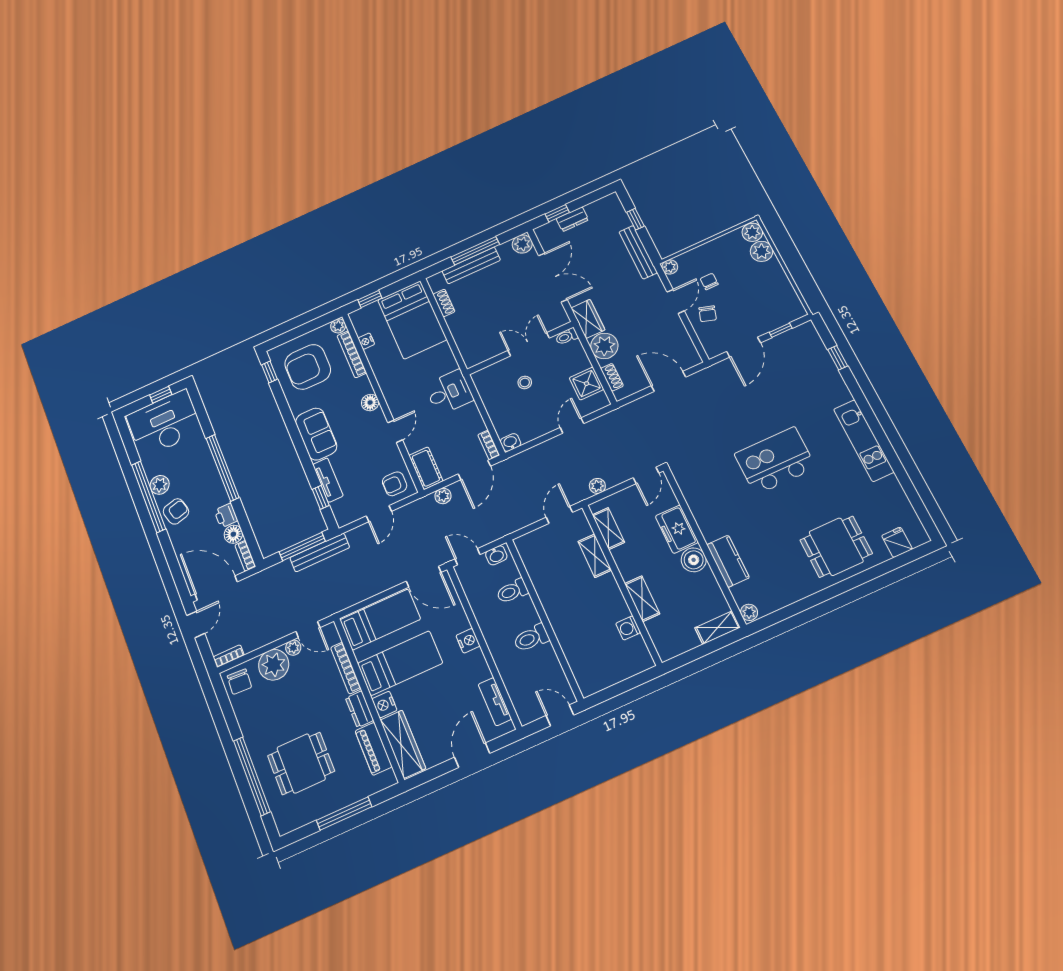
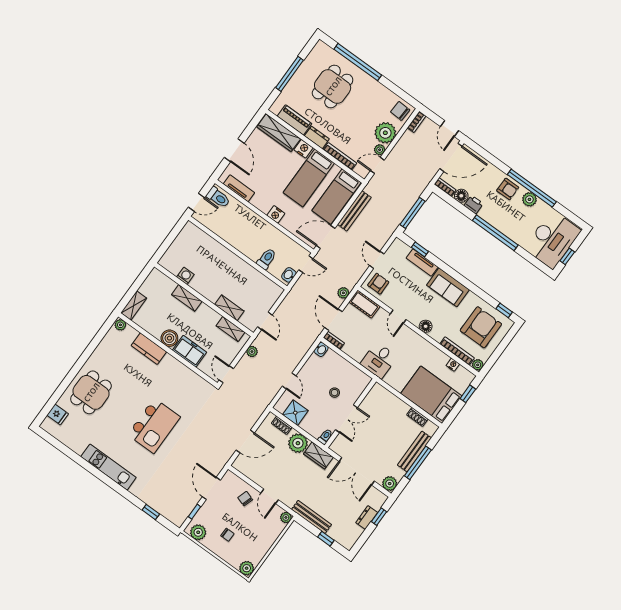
plant: (762, 251) -> (198, 532), moved
chair: (709, 281) -> (227, 535), moved
armchair: (176, 511) -> (508, 189), turned -75
bench: (320, 553) -> (354, 211), moved
toilet: (531, 638) -> (218, 197), moved, turned 90

